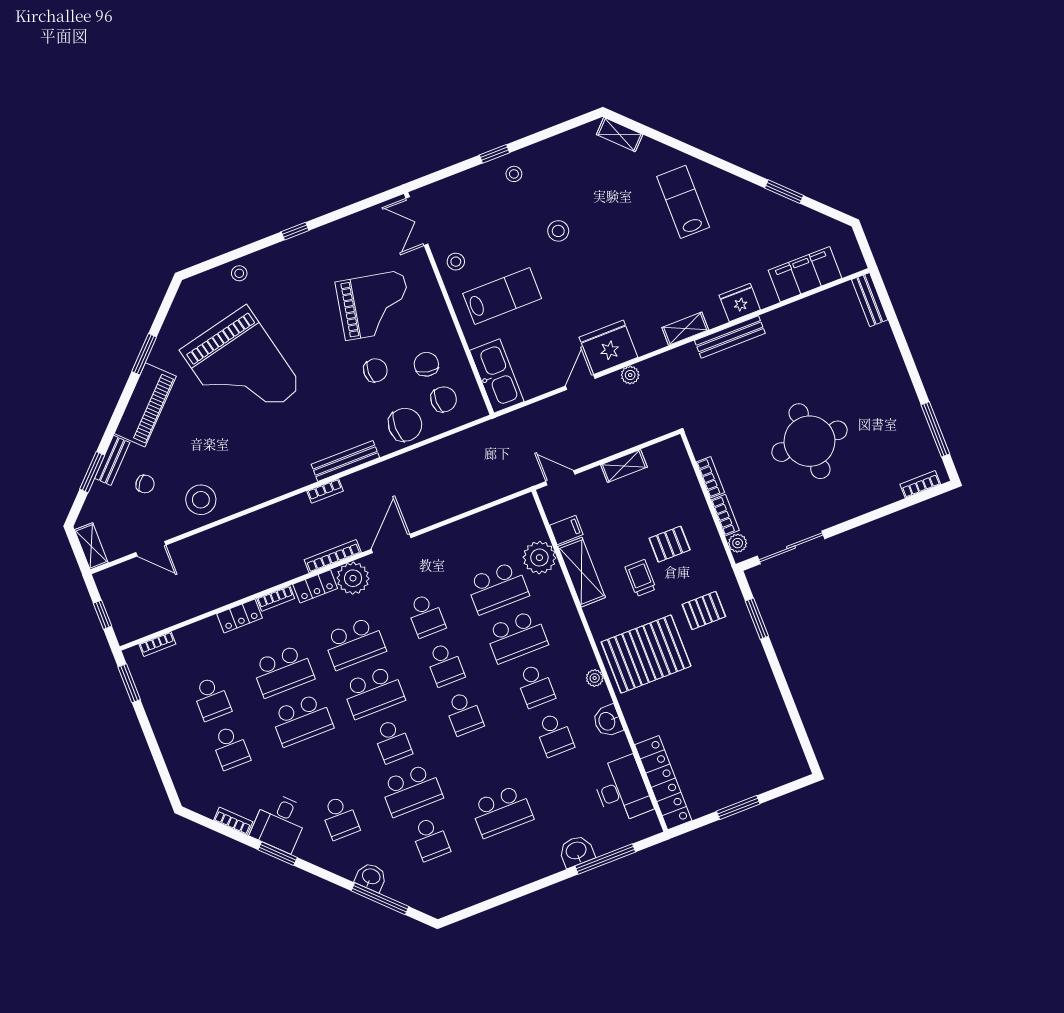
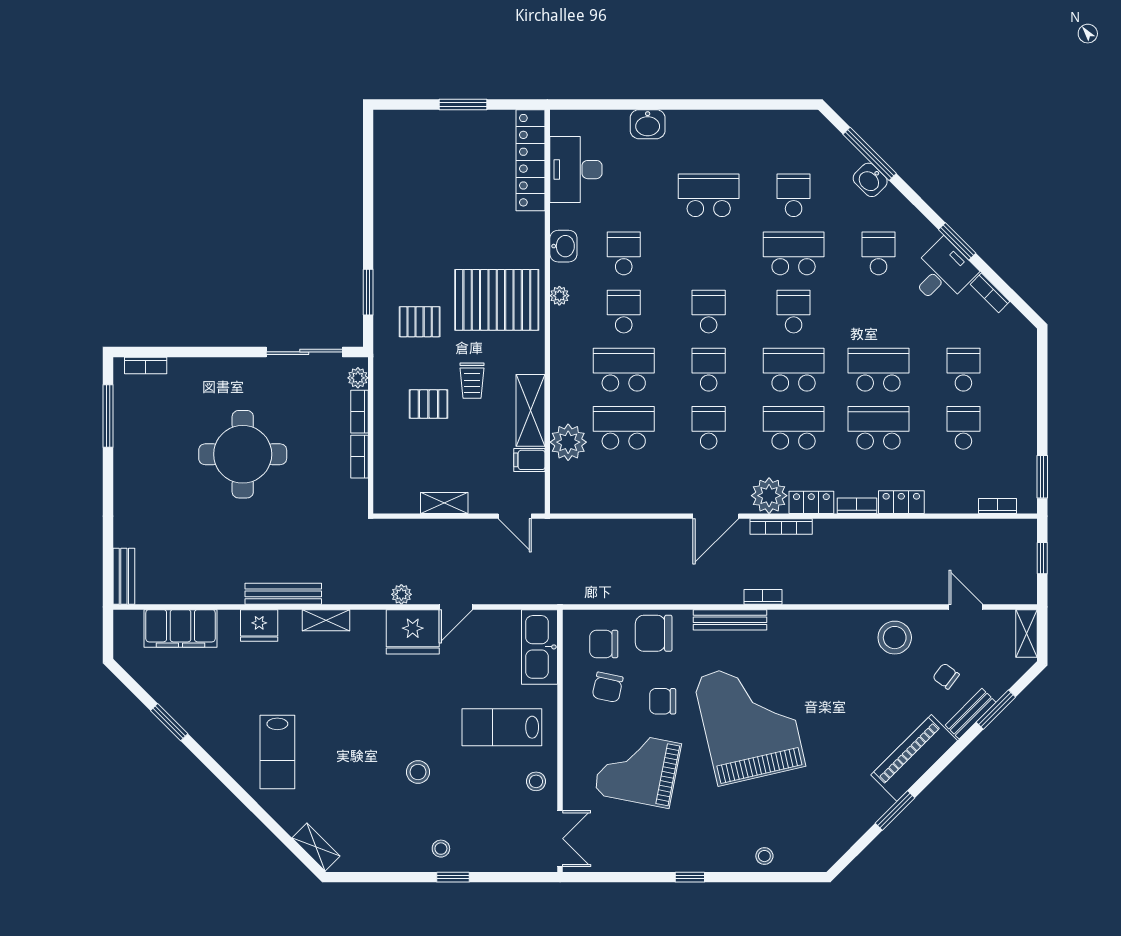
grand piano: (241, 369) -> (749, 721), moved
window: (605, 859) -> (621, 105), removed

